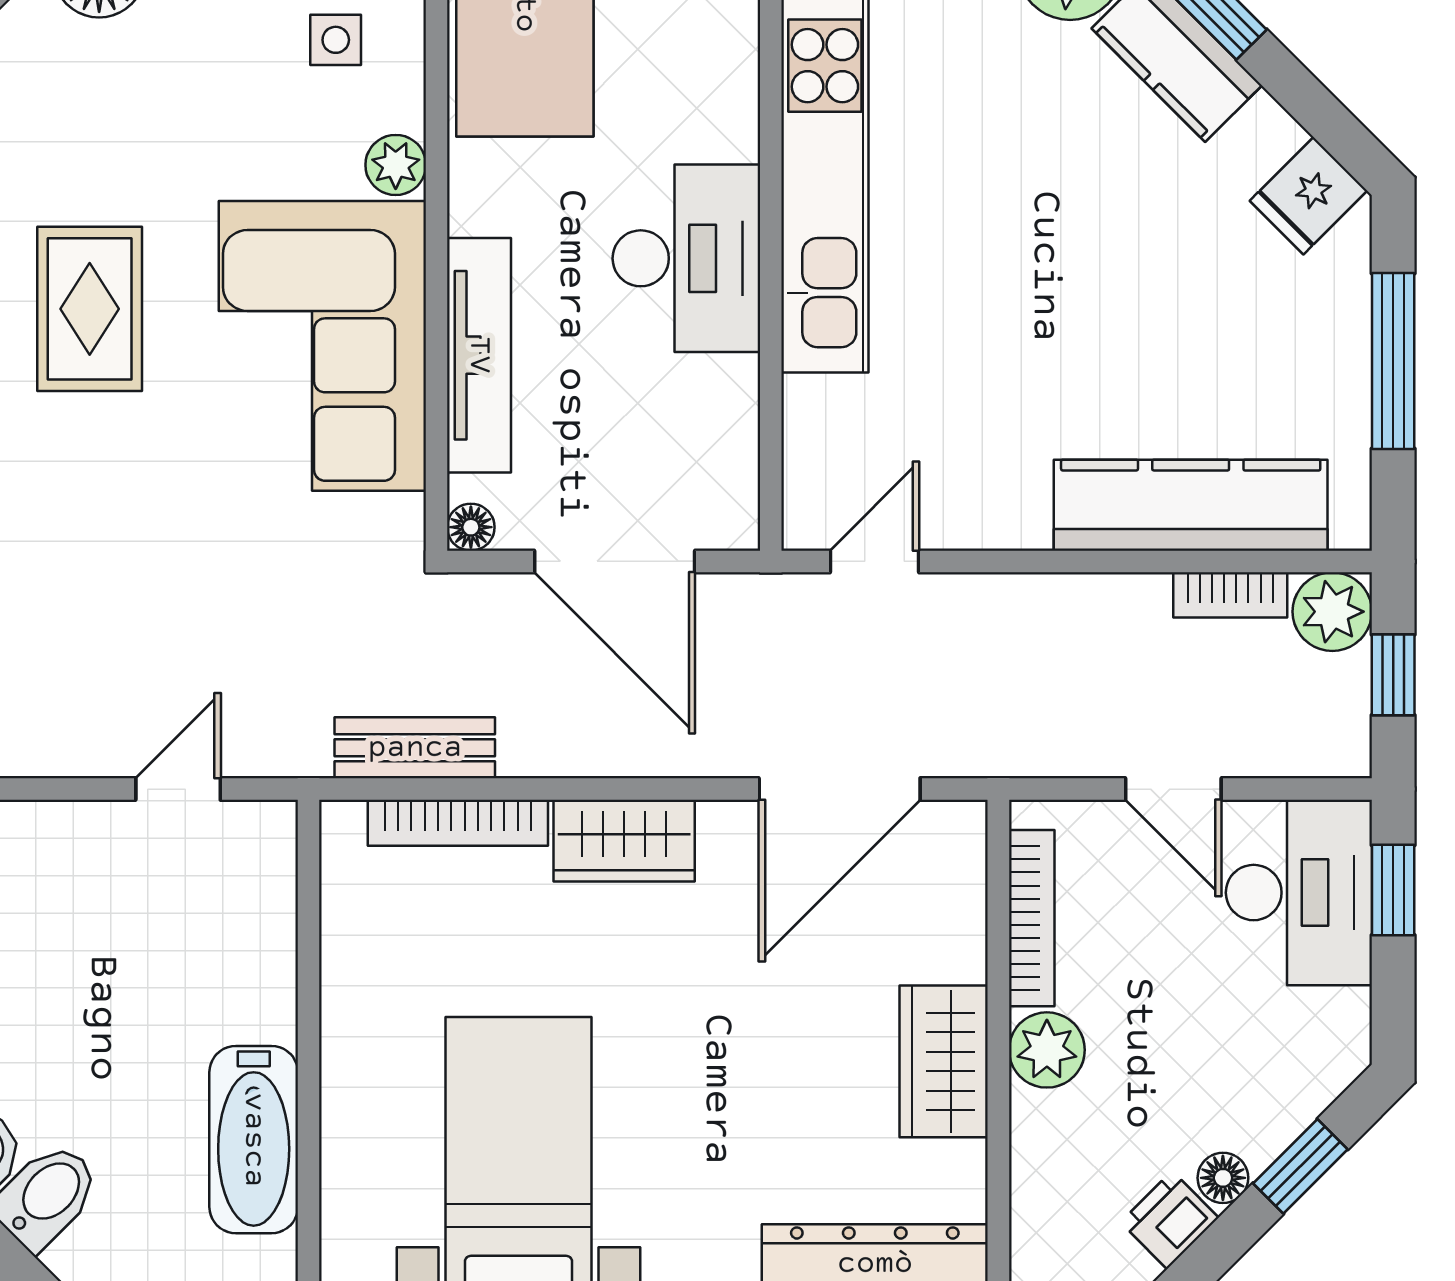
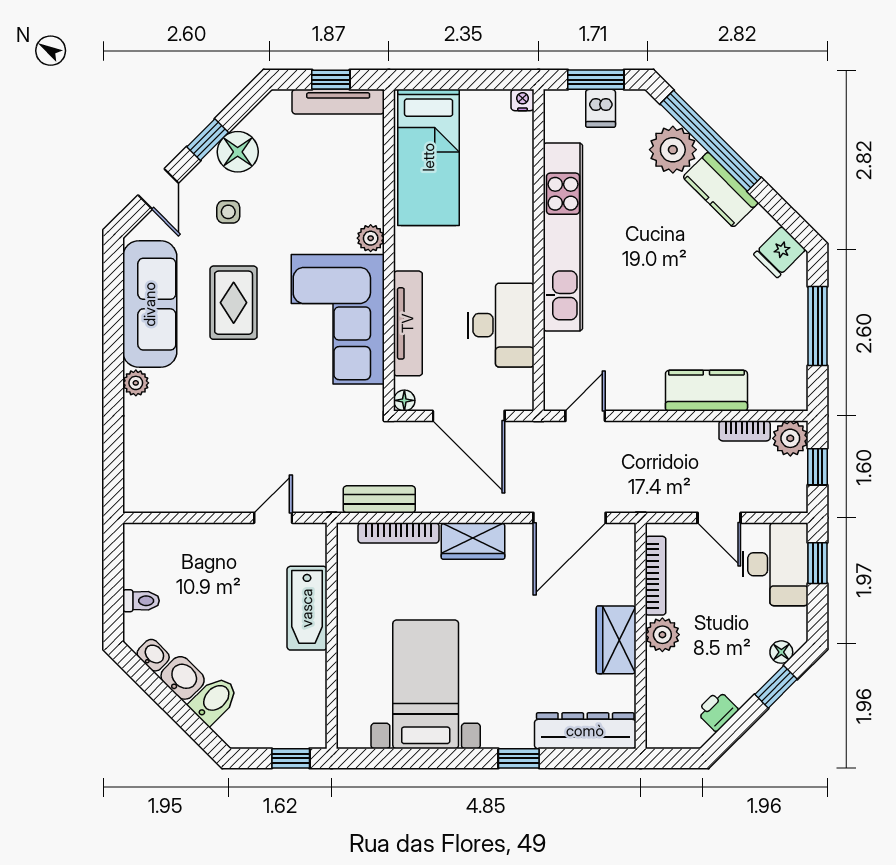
side table: (336, 40) -> (228, 212), moved
desk: (686, 258) -> (501, 325), moved
kitchen counter: (1191, 505) -> (706, 391), width x0.67
bathtub: (254, 1140) -> (307, 608), moved
floor lamp: (1223, 1178) -> (781, 652), moved

